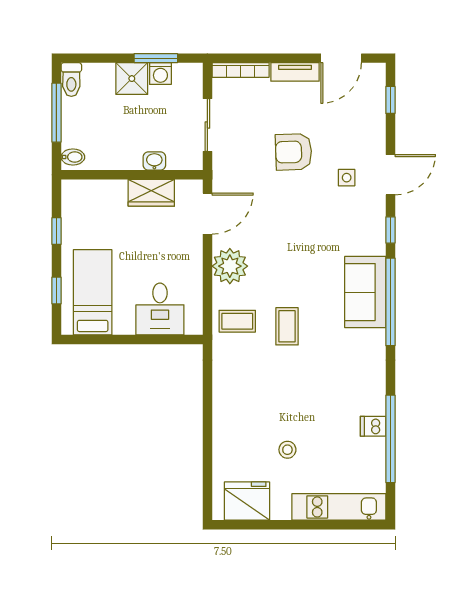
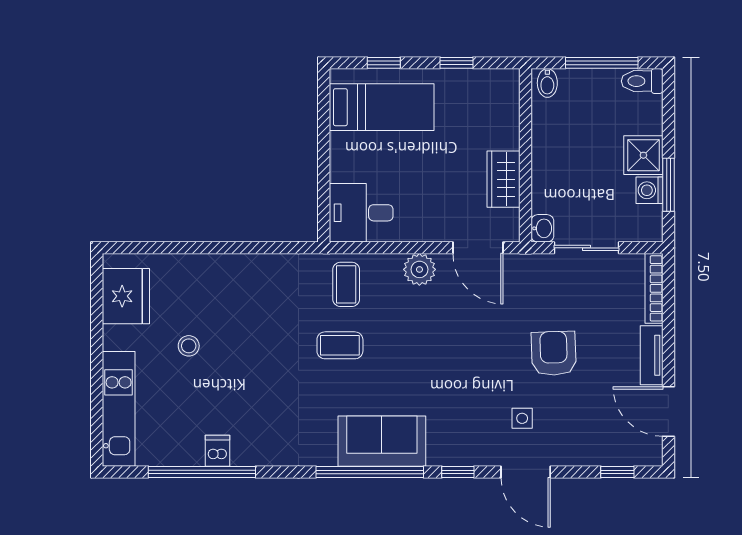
washbasin: (154, 161) -> (542, 228), moved
plant: (230, 266) -> (419, 269), width x0.73, depth x0.73
desk: (160, 309) -> (361, 213), moved

